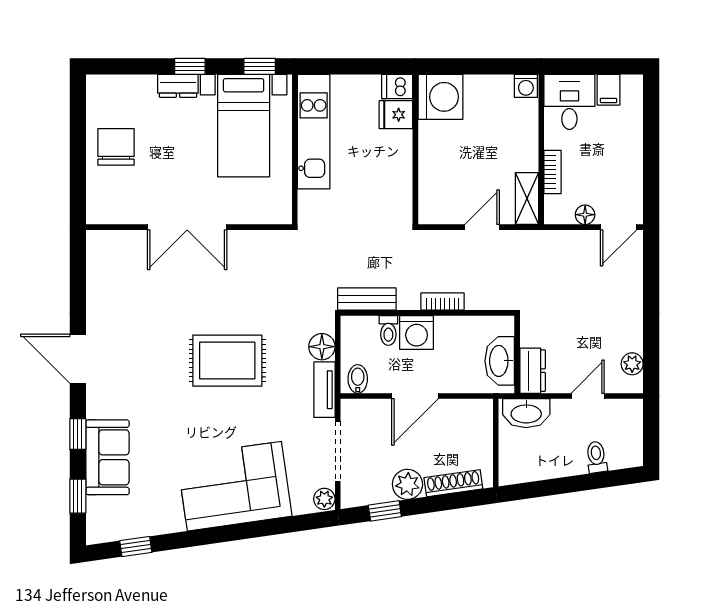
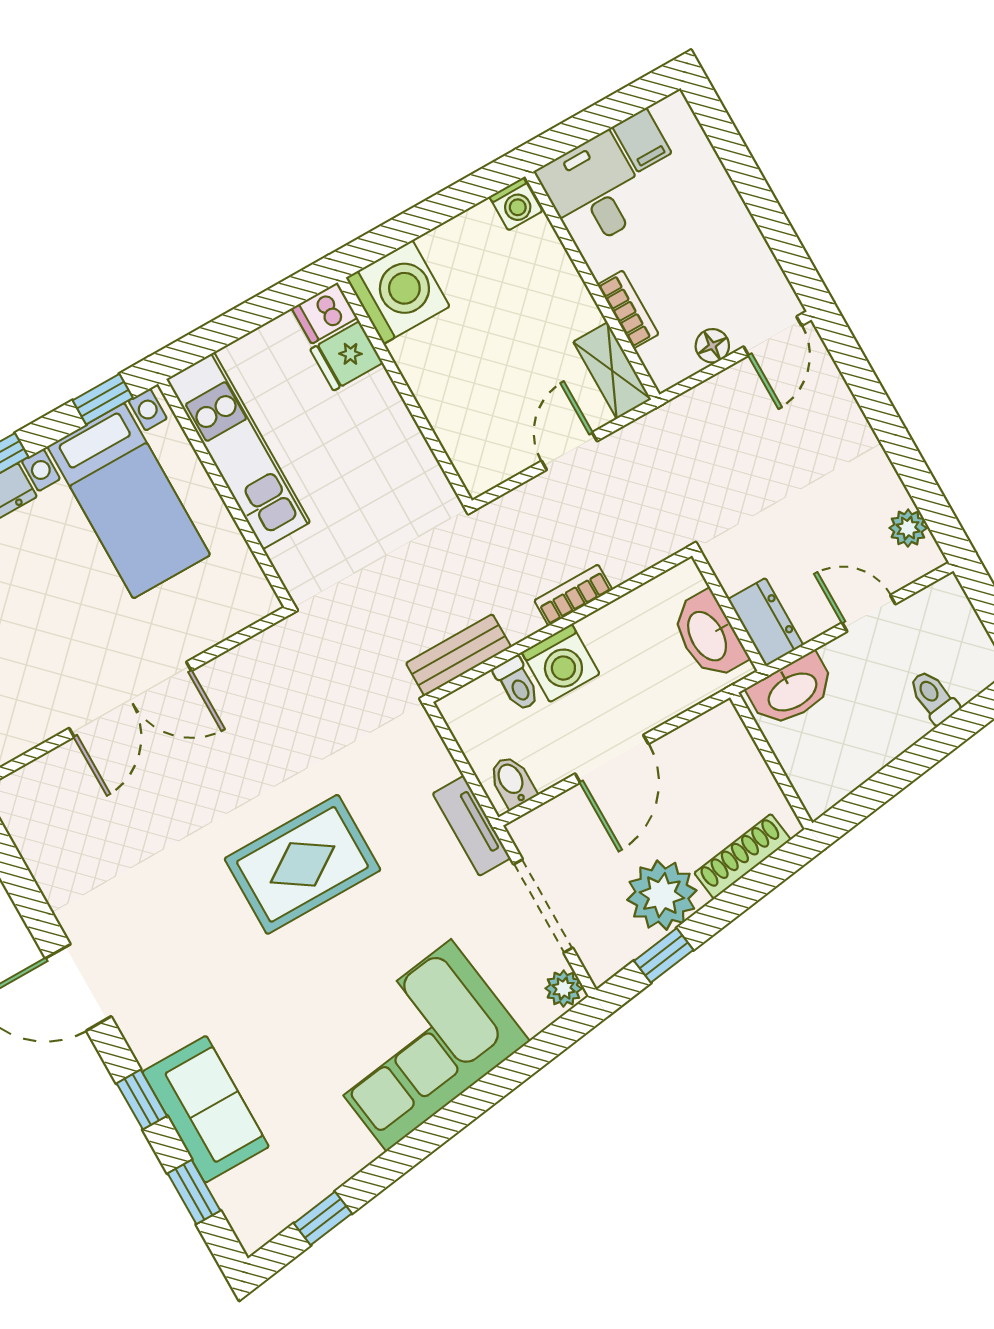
floor lamp: (322, 347) -> (432, 764), removed
door: (588, 396) -> (869, 613), hinge flipped
plant: (407, 484) -> (662, 895), width x1.36, depth x1.36

